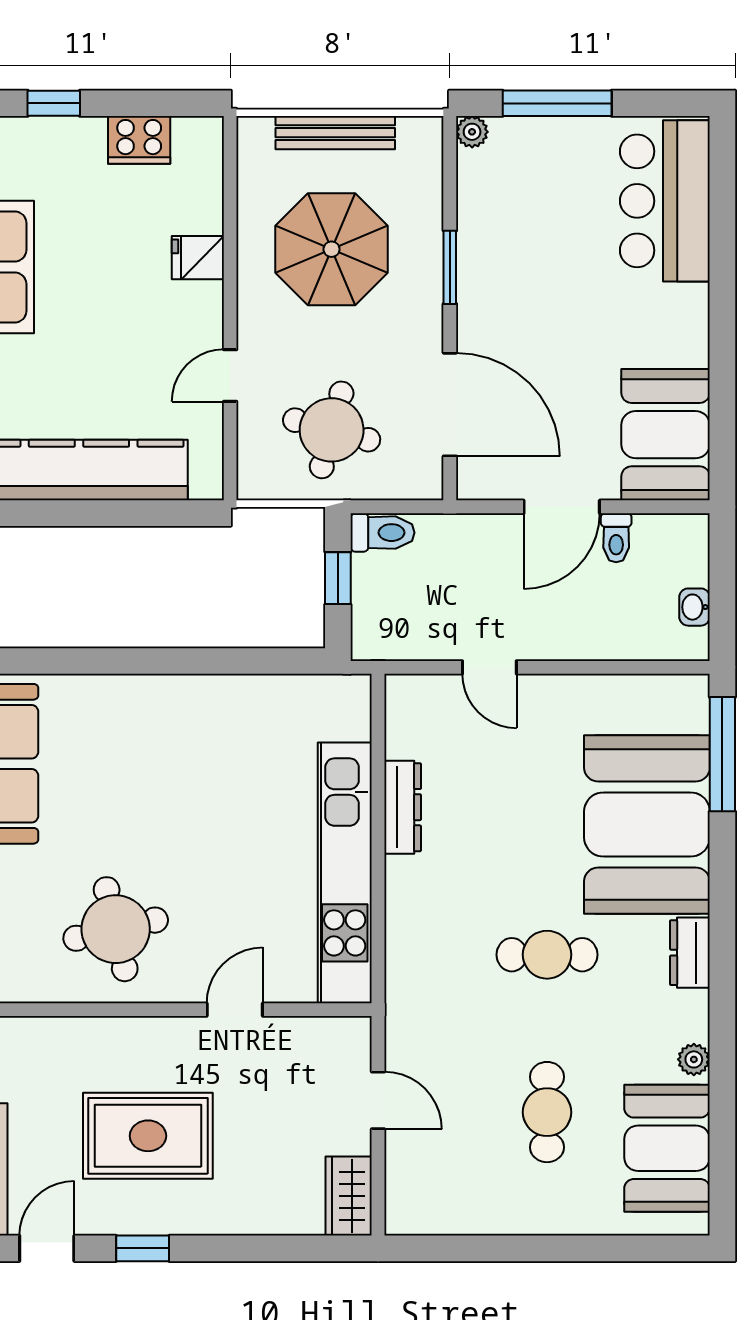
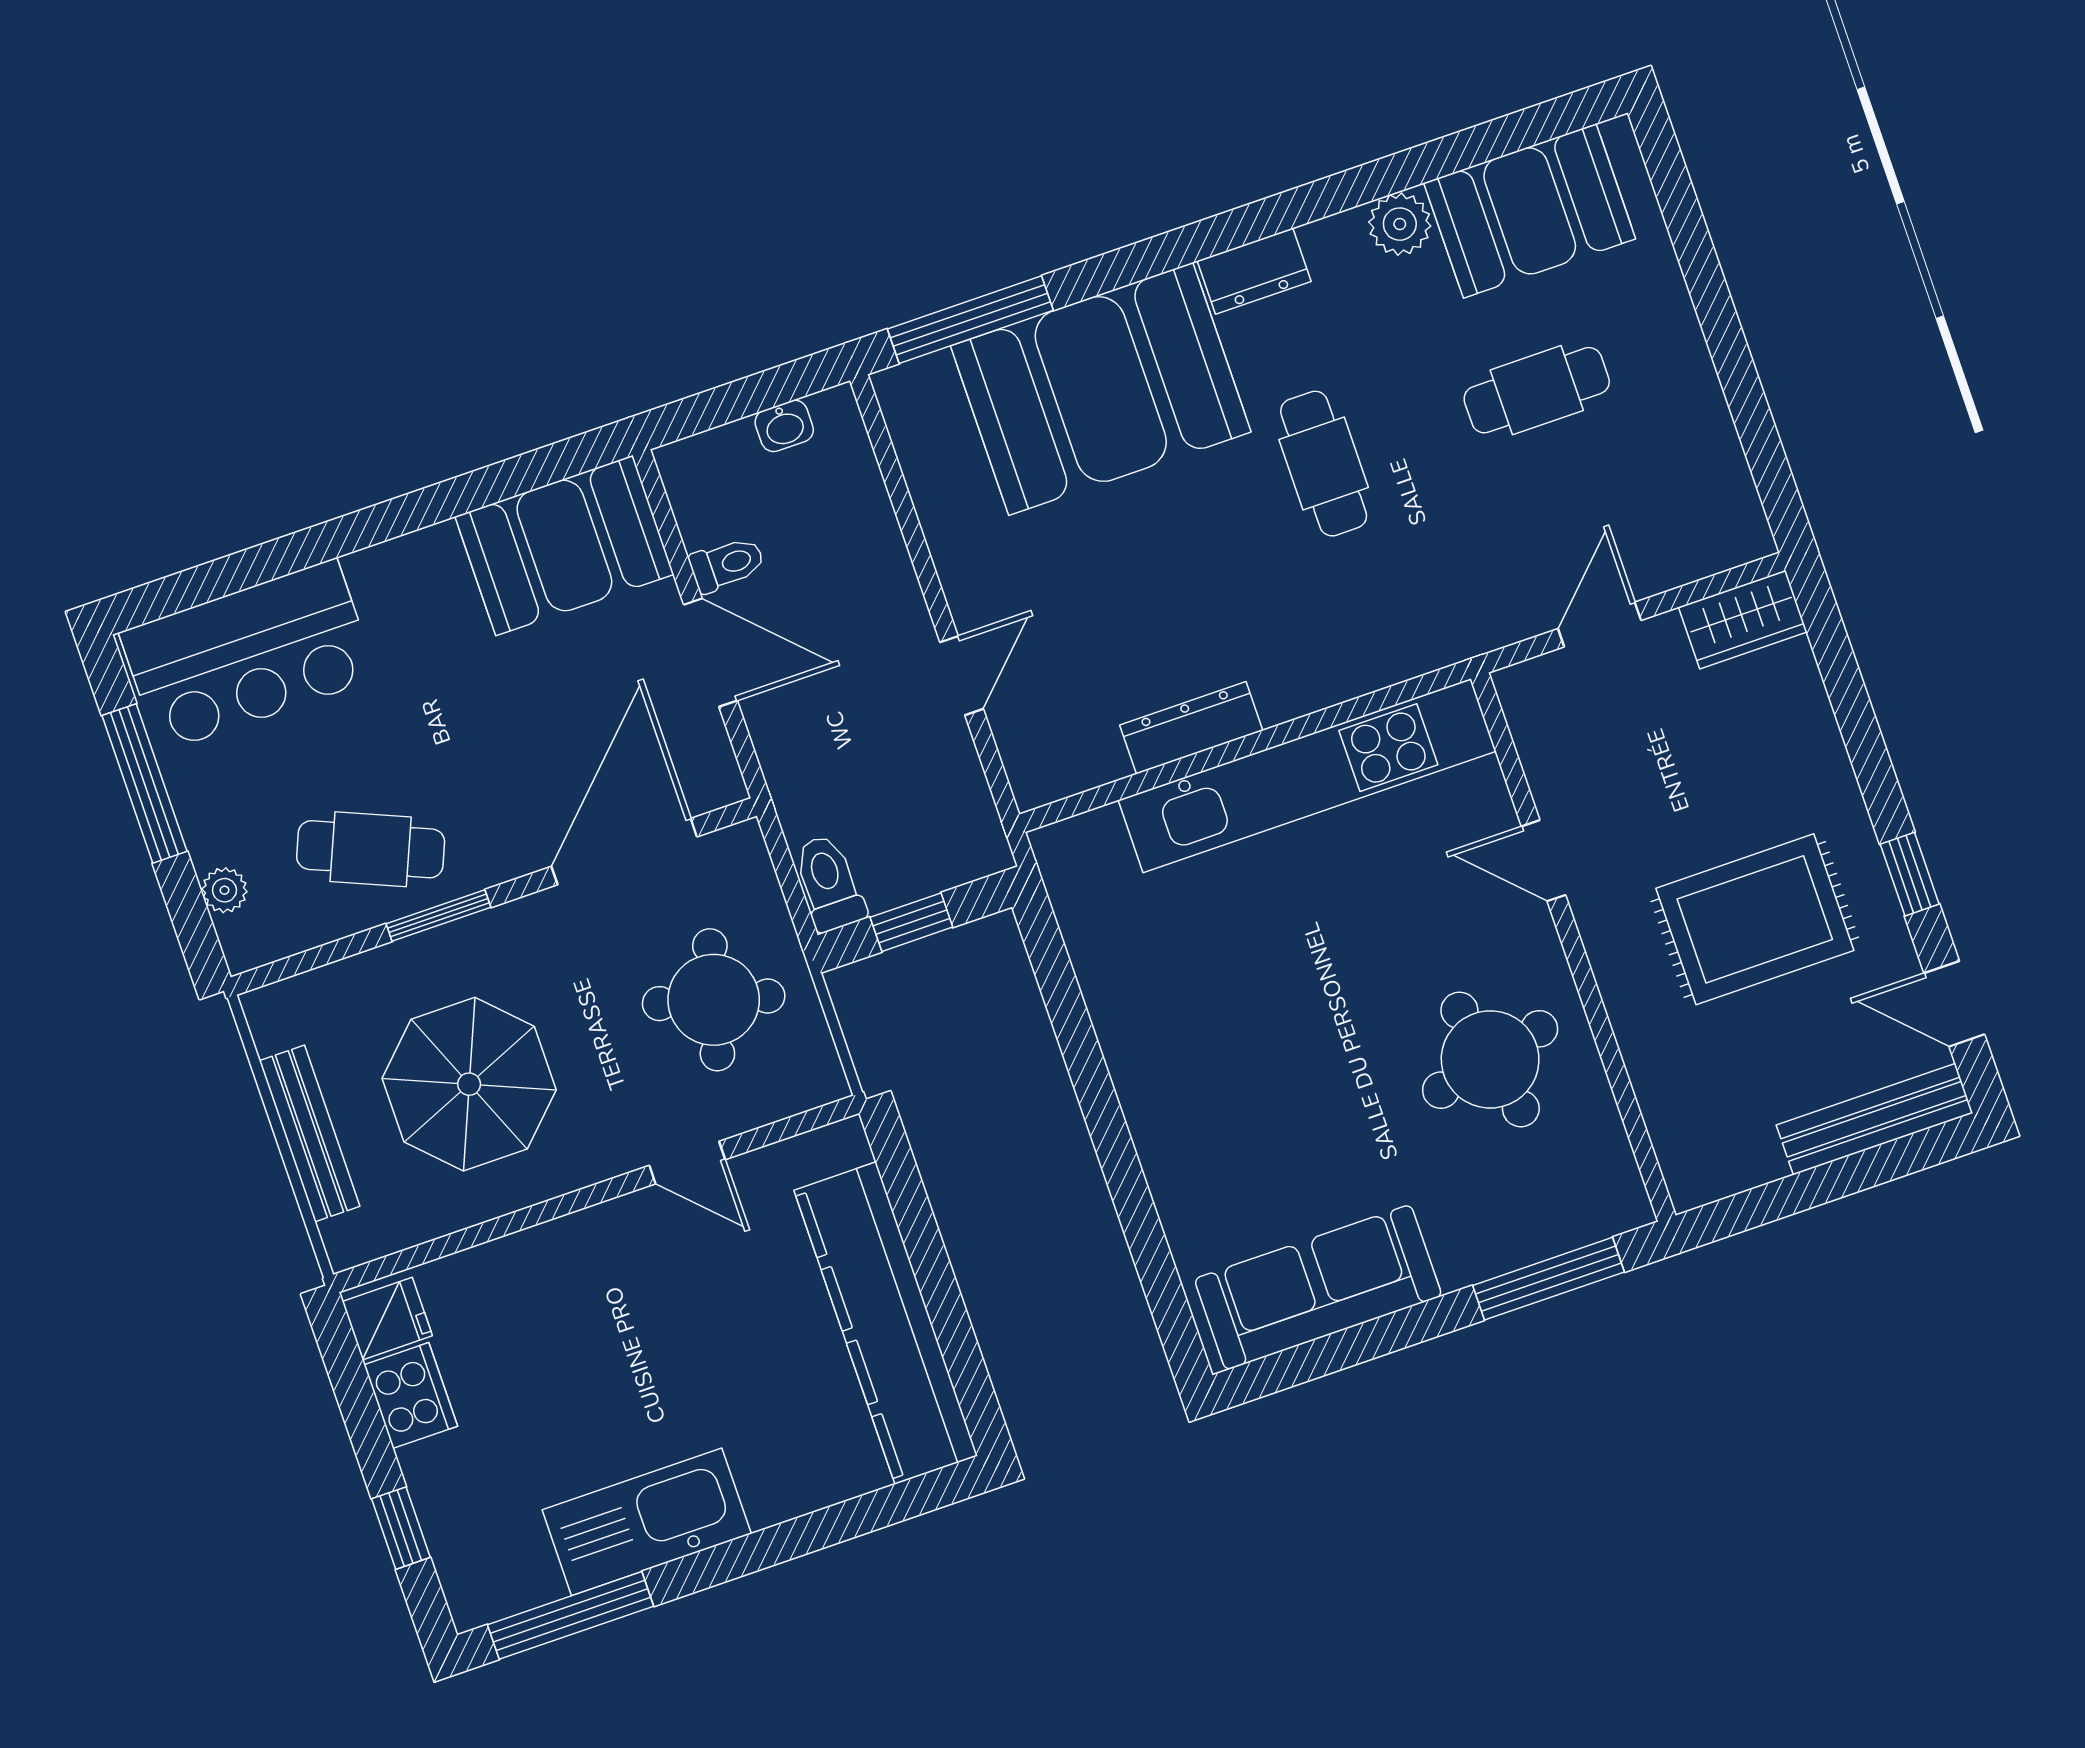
window: (557, 103) -> (145, 783), moved
plant: (472, 132) -> (224, 890), moved
cafe table: (509, 238) -> (371, 849), added
fridge: (198, 258) -> (387, 1319), moved, turned -90
plant: (694, 1059) -> (1400, 224), width x1.38, depth x1.38
rug: (148, 1136) -> (1755, 919), turned 90

